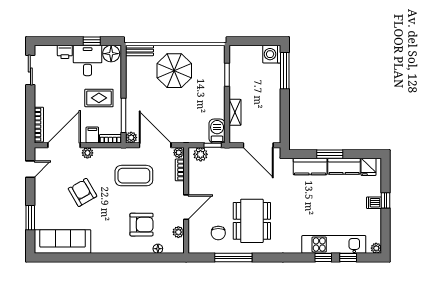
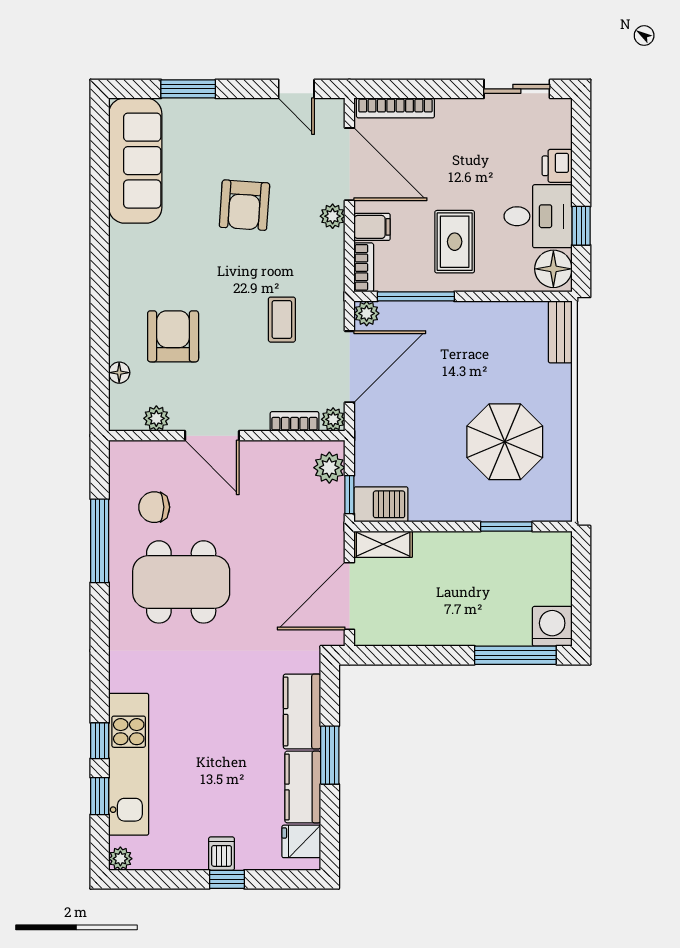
parasol: (174, 71) -> (505, 442), moved
shelving: (235, 112) -> (383, 544), moved
coffee table: (134, 176) -> (282, 320), width x0.54, depth x0.58
armchair: (83, 192) -> (244, 205), turned 124
armchair: (141, 225) -> (173, 336), turned 180

